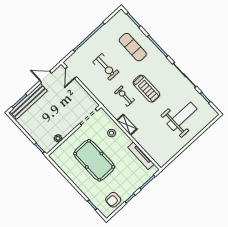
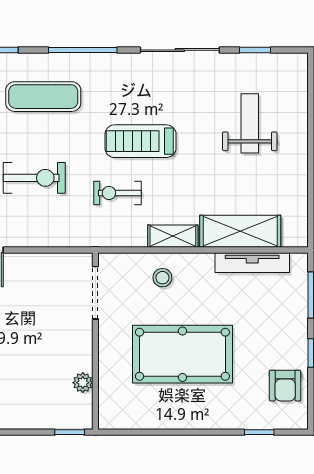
treadmill: (146, 89) -> (141, 141), turned 180
weight bench: (182, 116) -> (250, 123), width x0.73, depth x0.75
shelving: (147, 144) -> (240, 231), added

